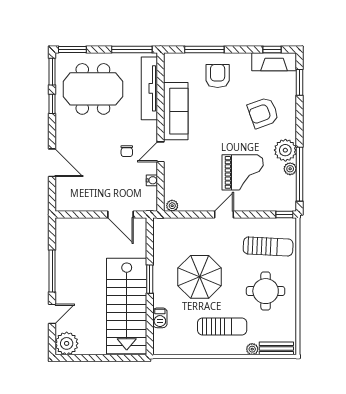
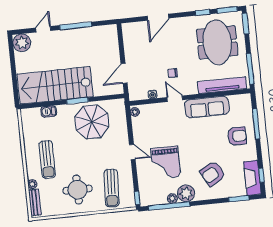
armchair: (263, 113) -> (213, 174), turned -99
parasol: (200, 277) -> (92, 122), moved
door: (52, 314) -> (43, 29), swing flipped

